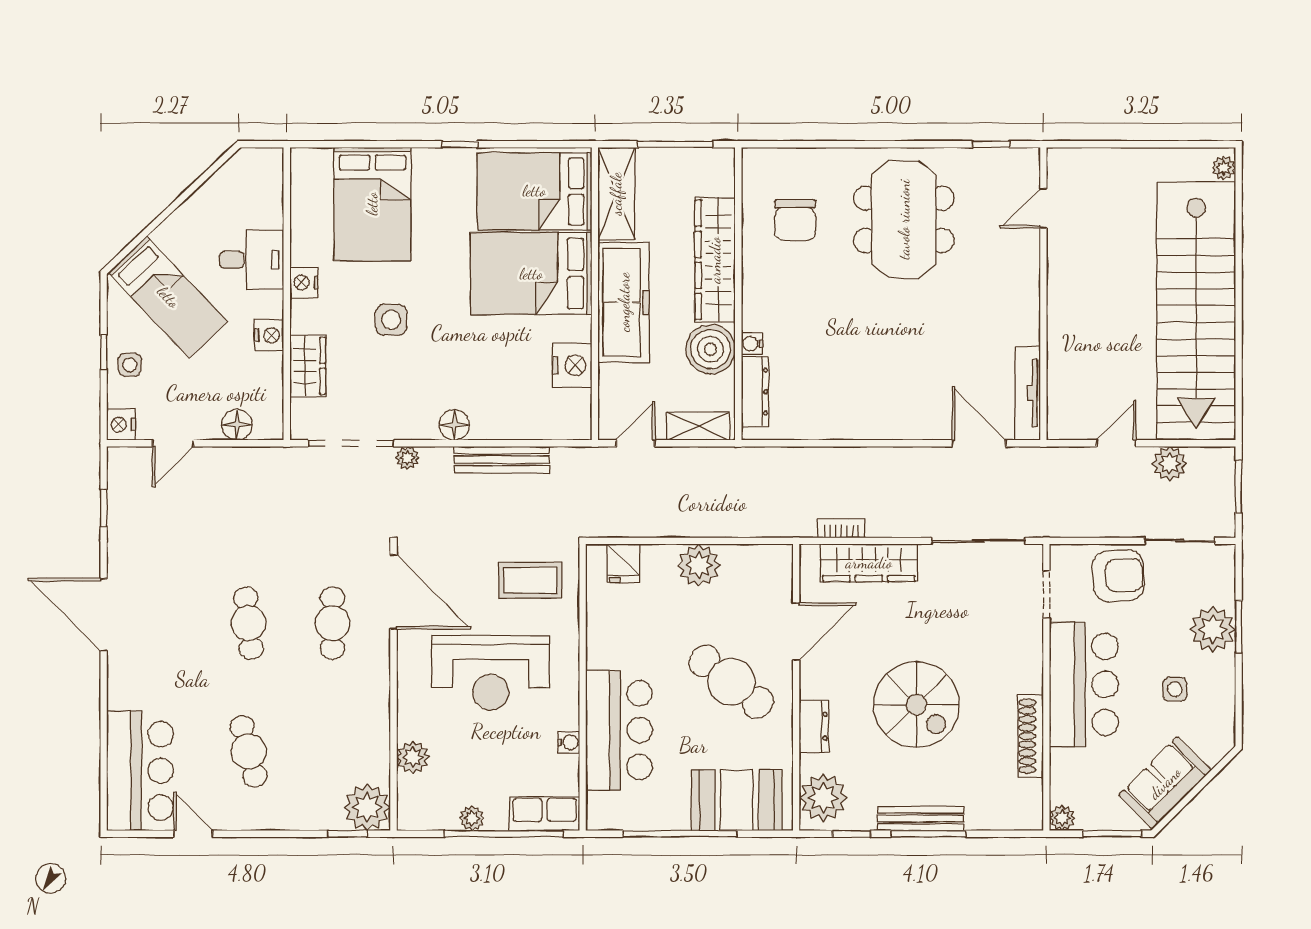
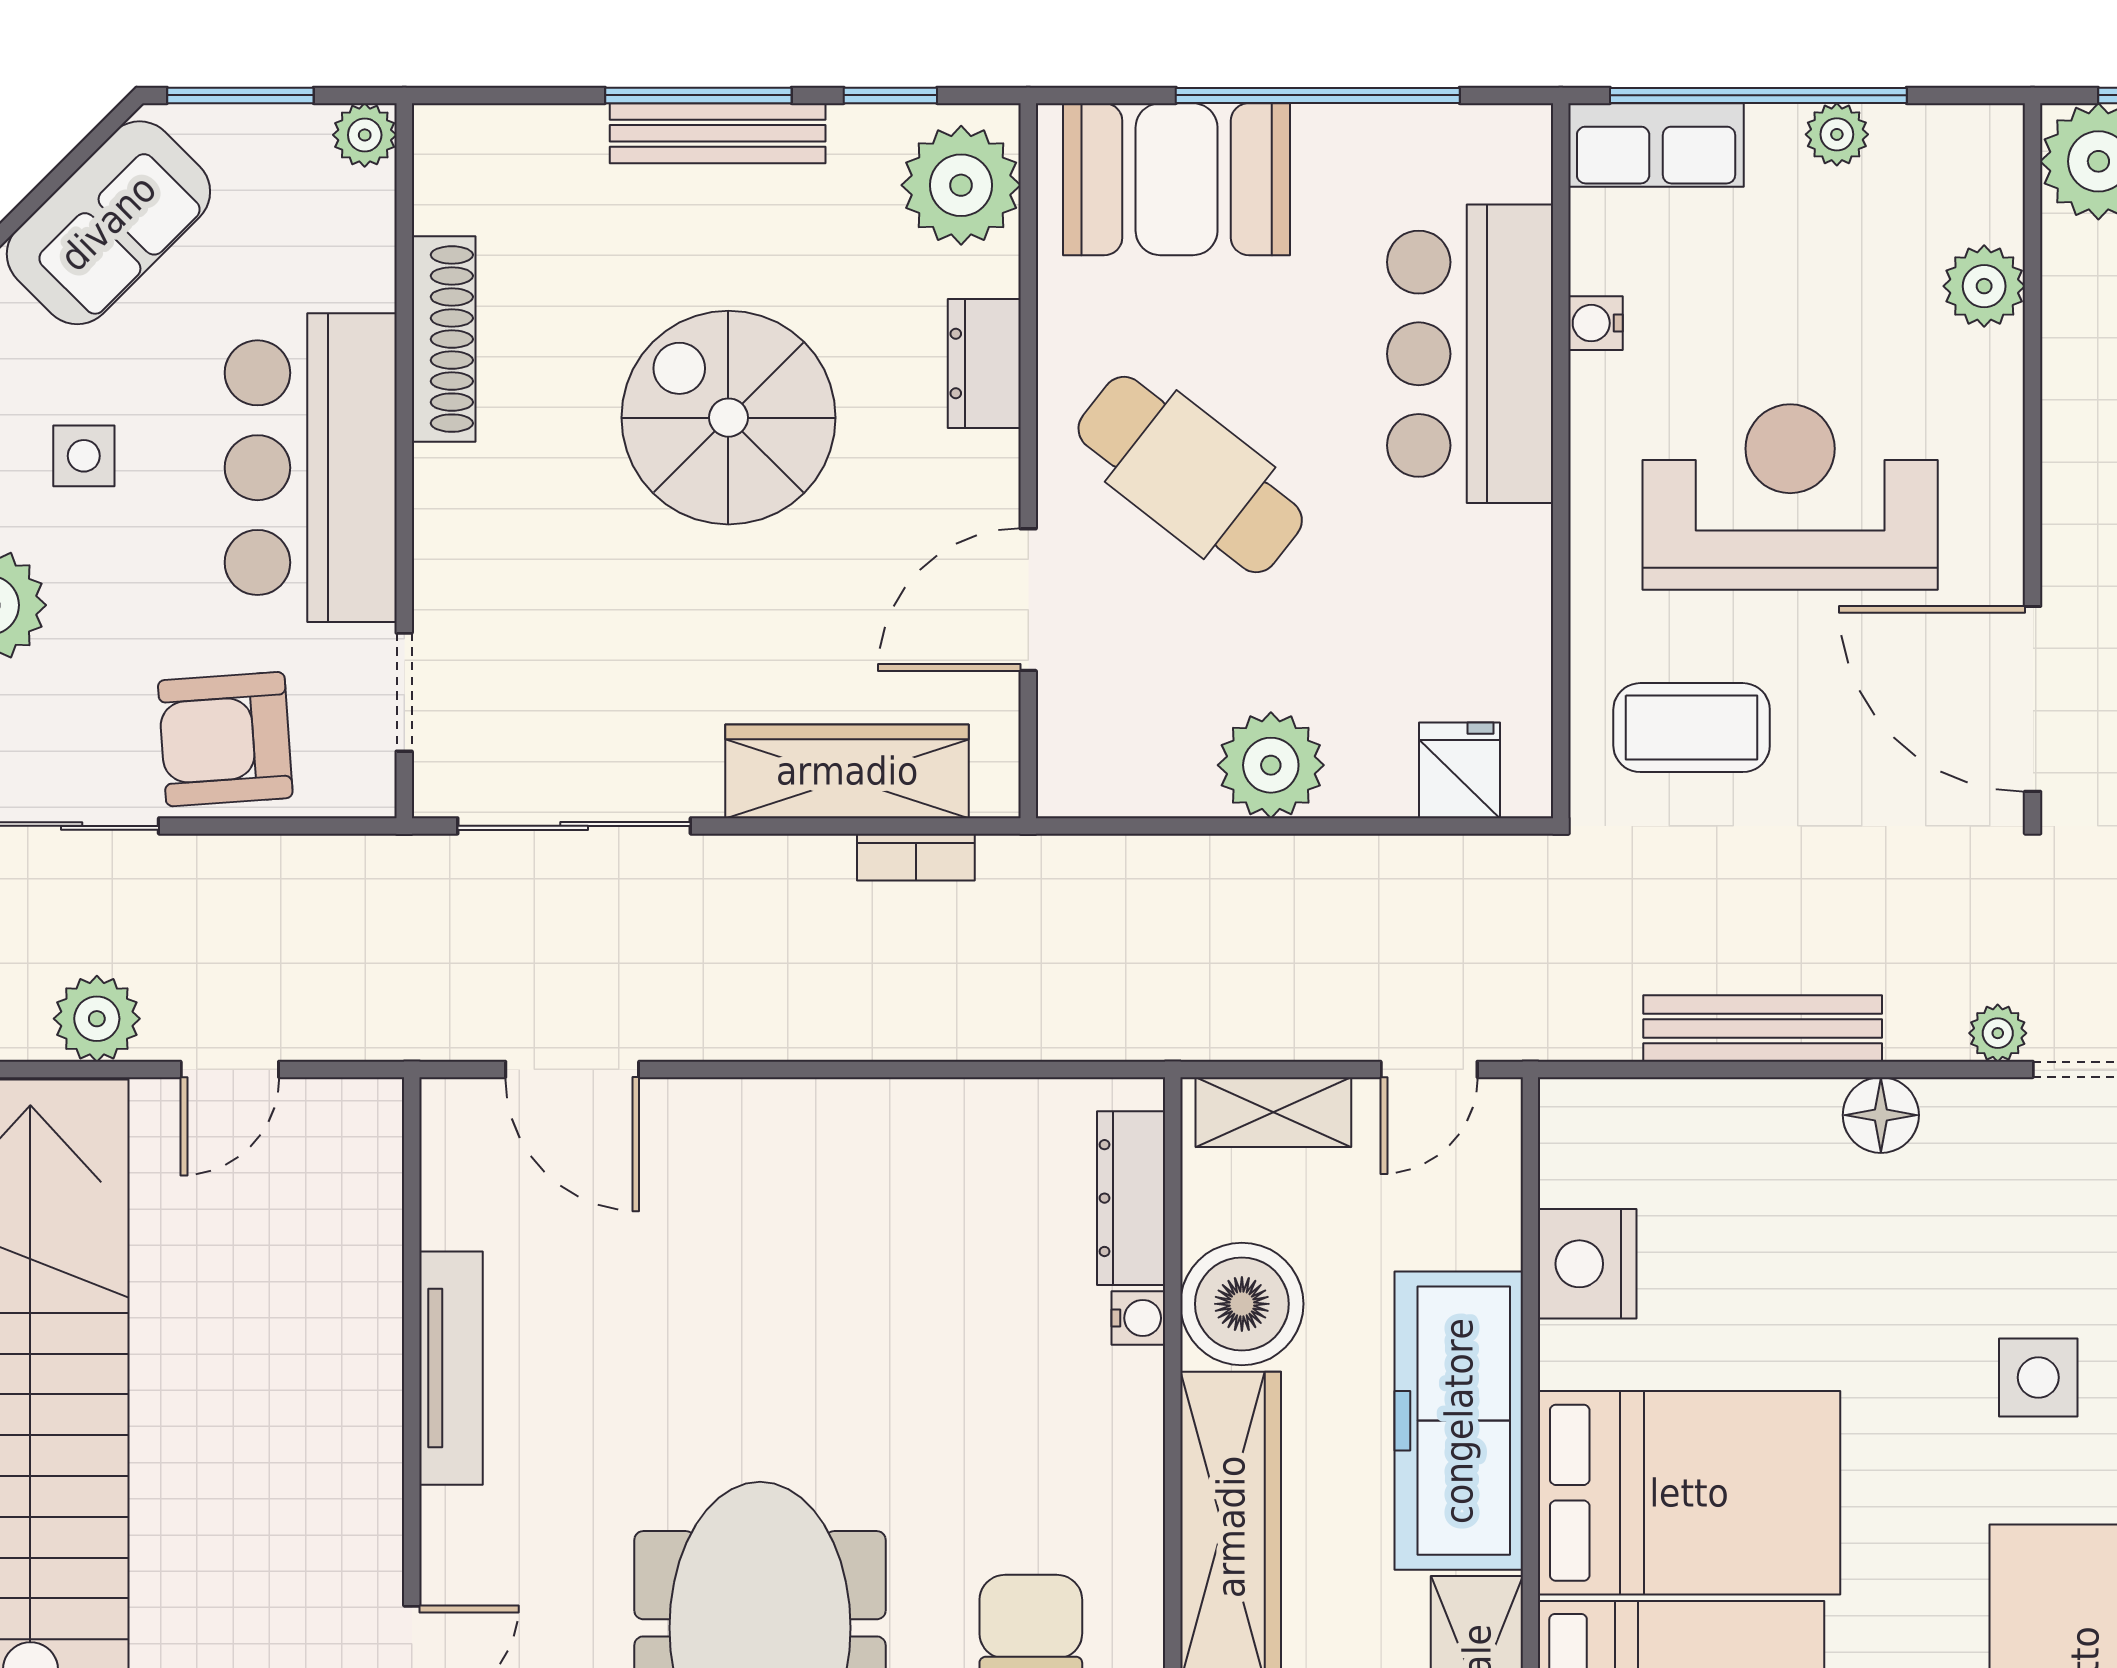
tv unit: (1028, 393) -> (451, 1368), moved

